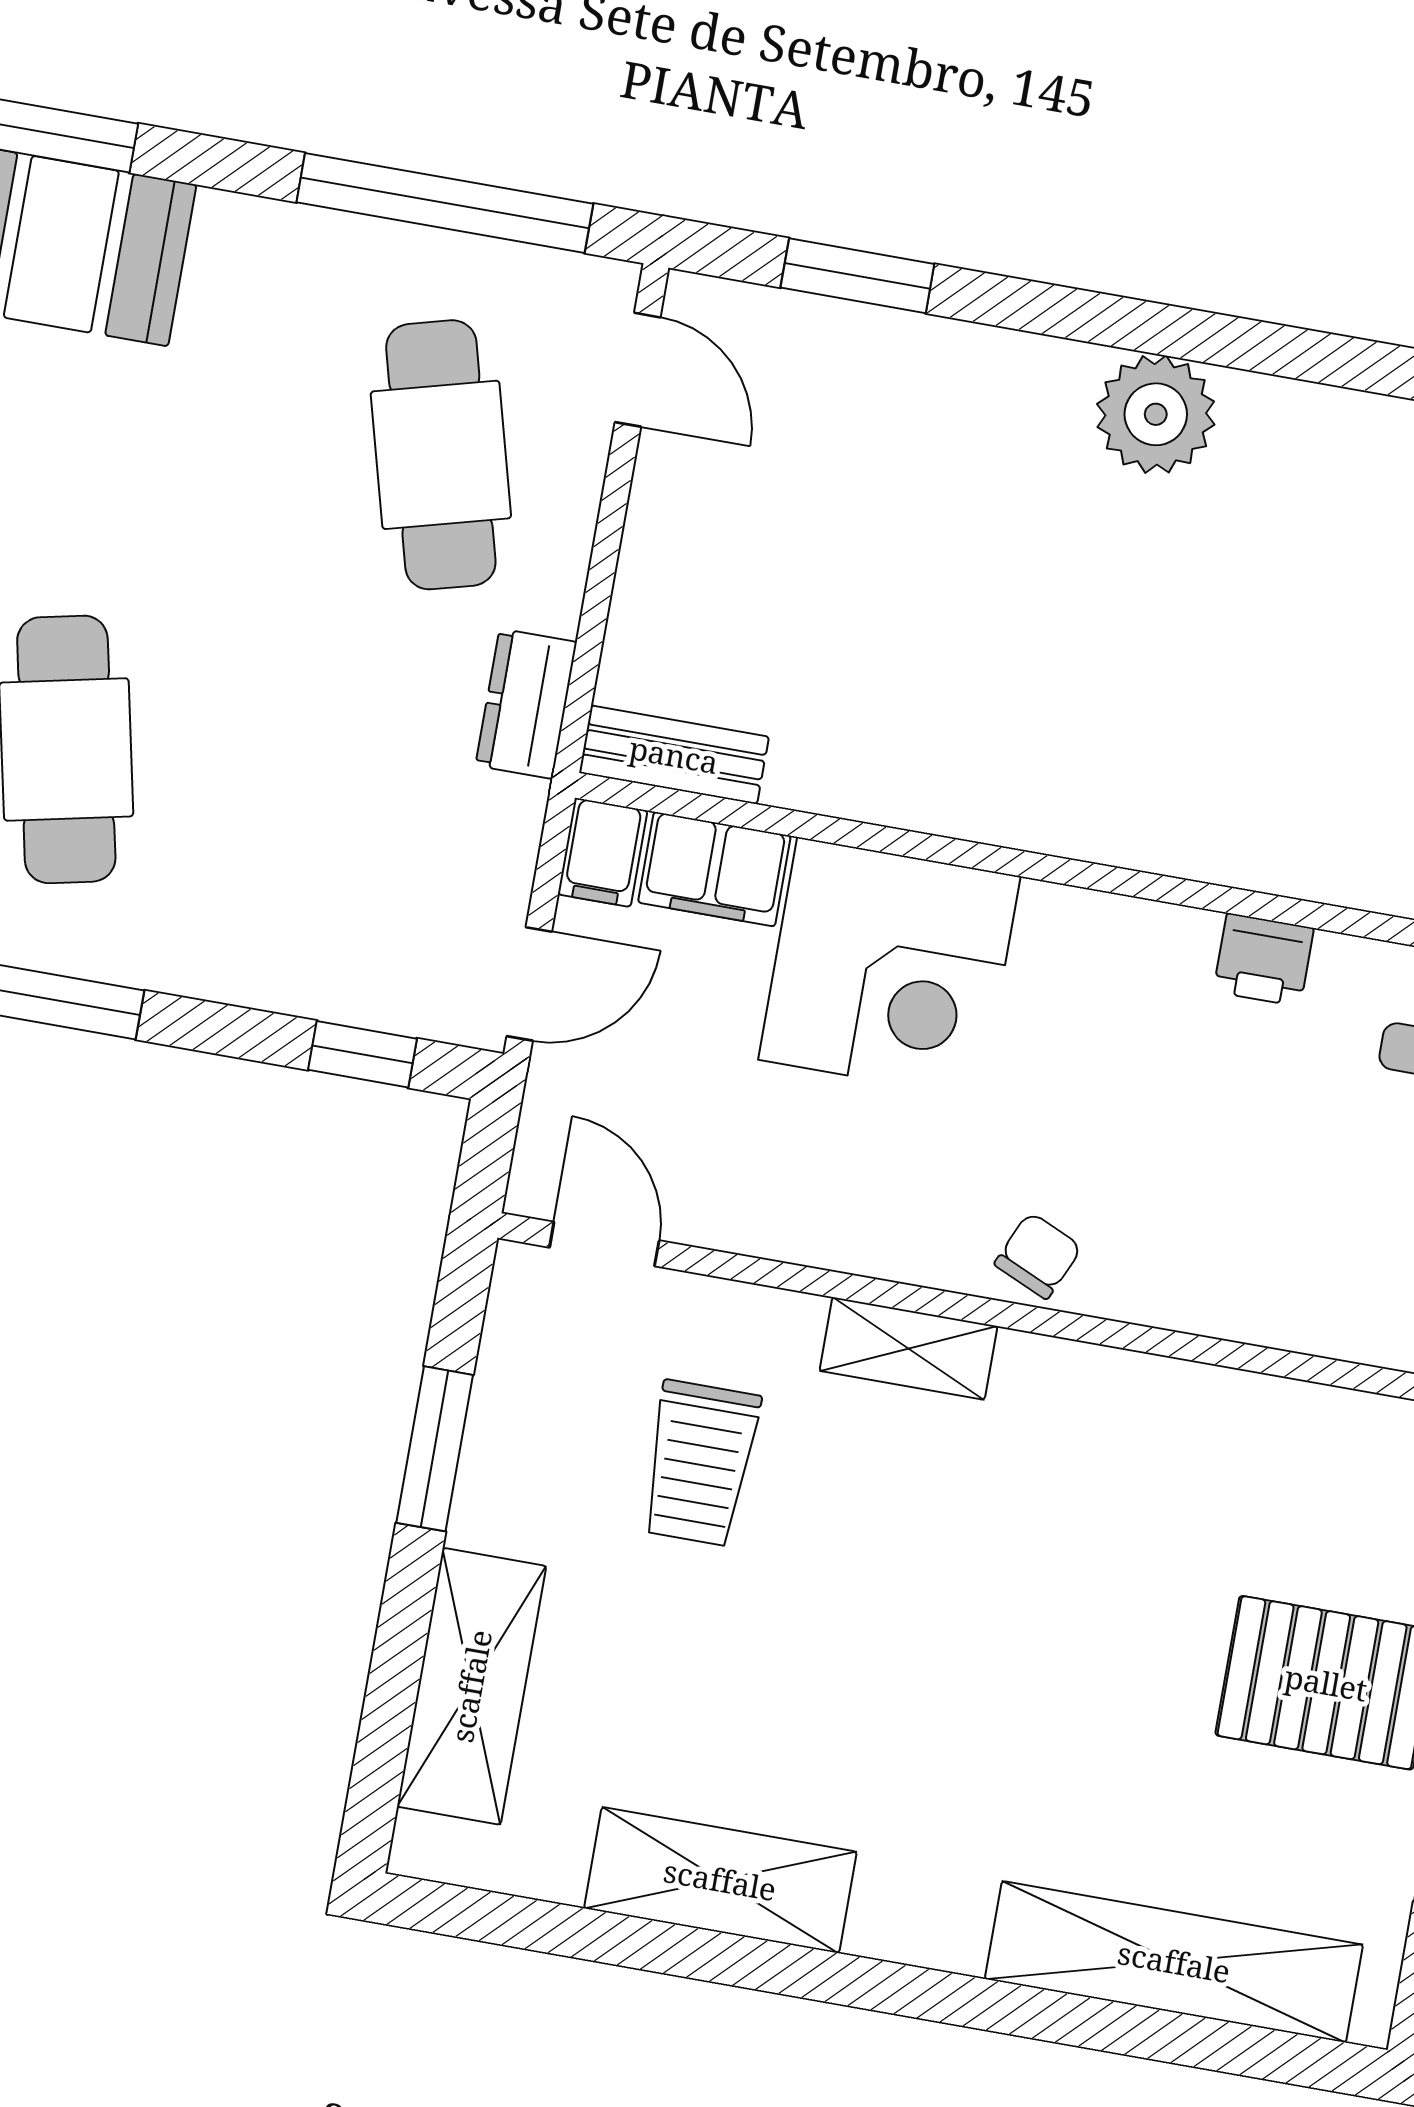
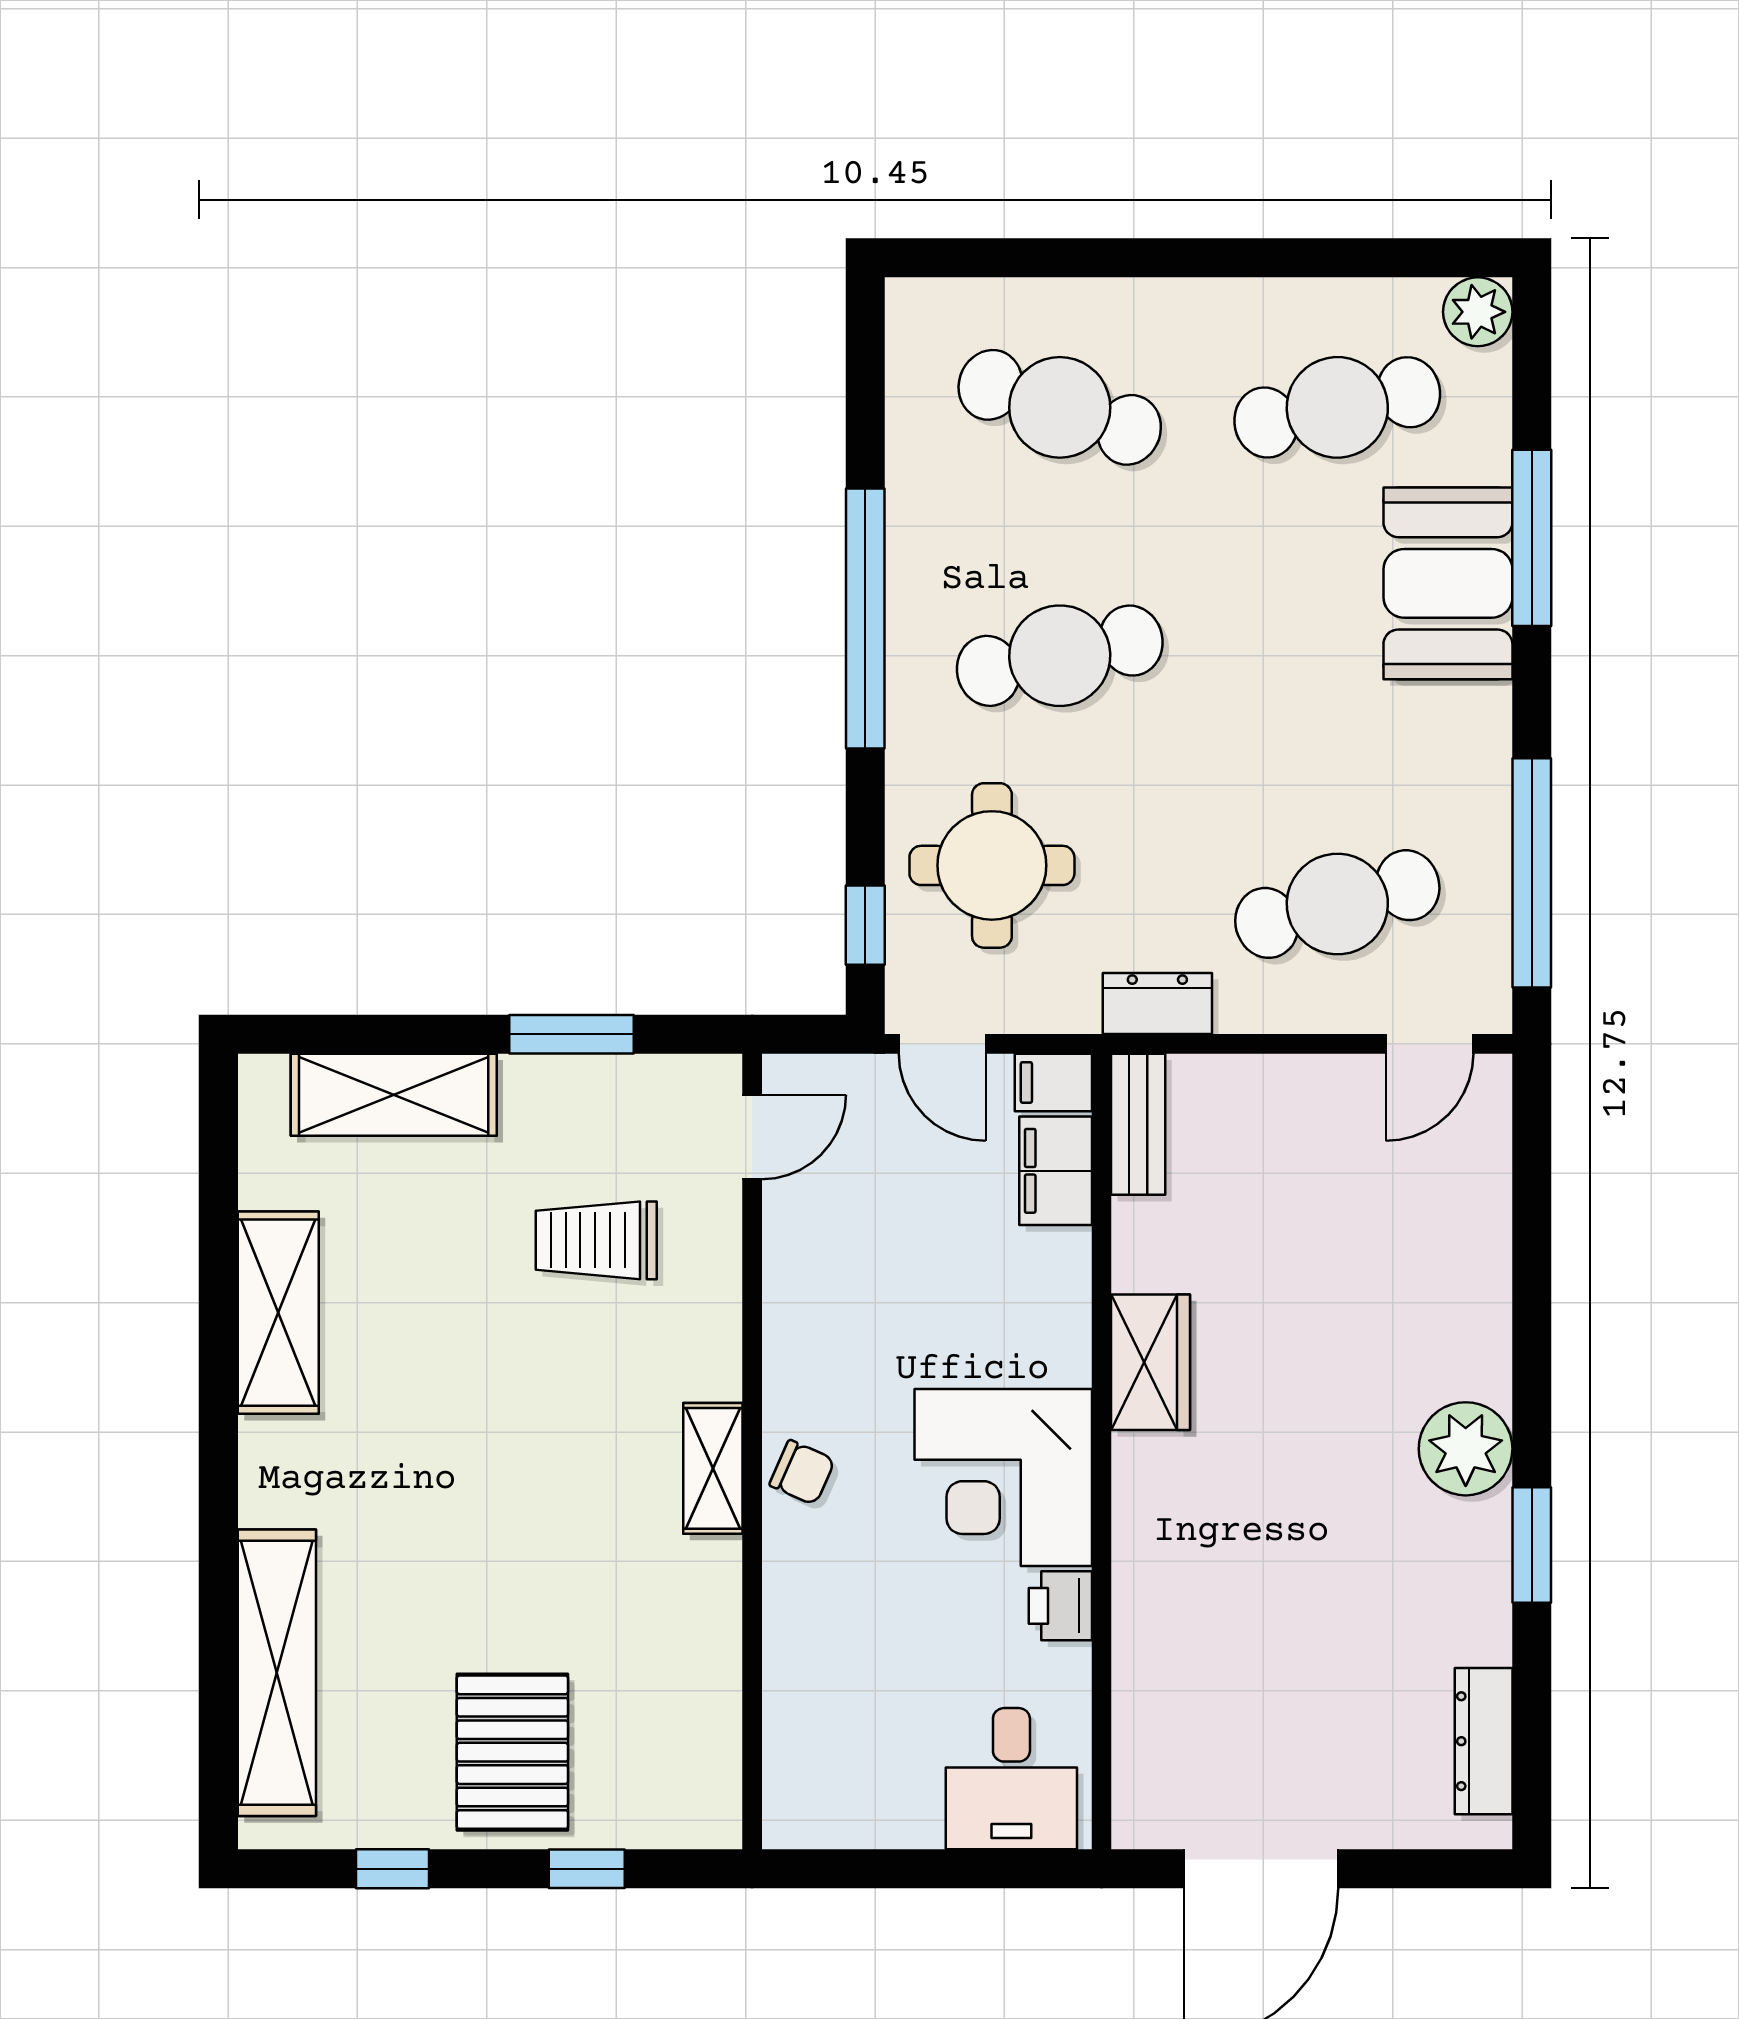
window: (857, 276) -> (1532, 1545), moved
wardrobe: (977, 792) -> (1150, 1362), added
round table: (315, 882) -> (992, 865), added
corner desk: (889, 968) -> (1003, 1478), moved
shelving: (908, 1348) -> (713, 1468), moved

